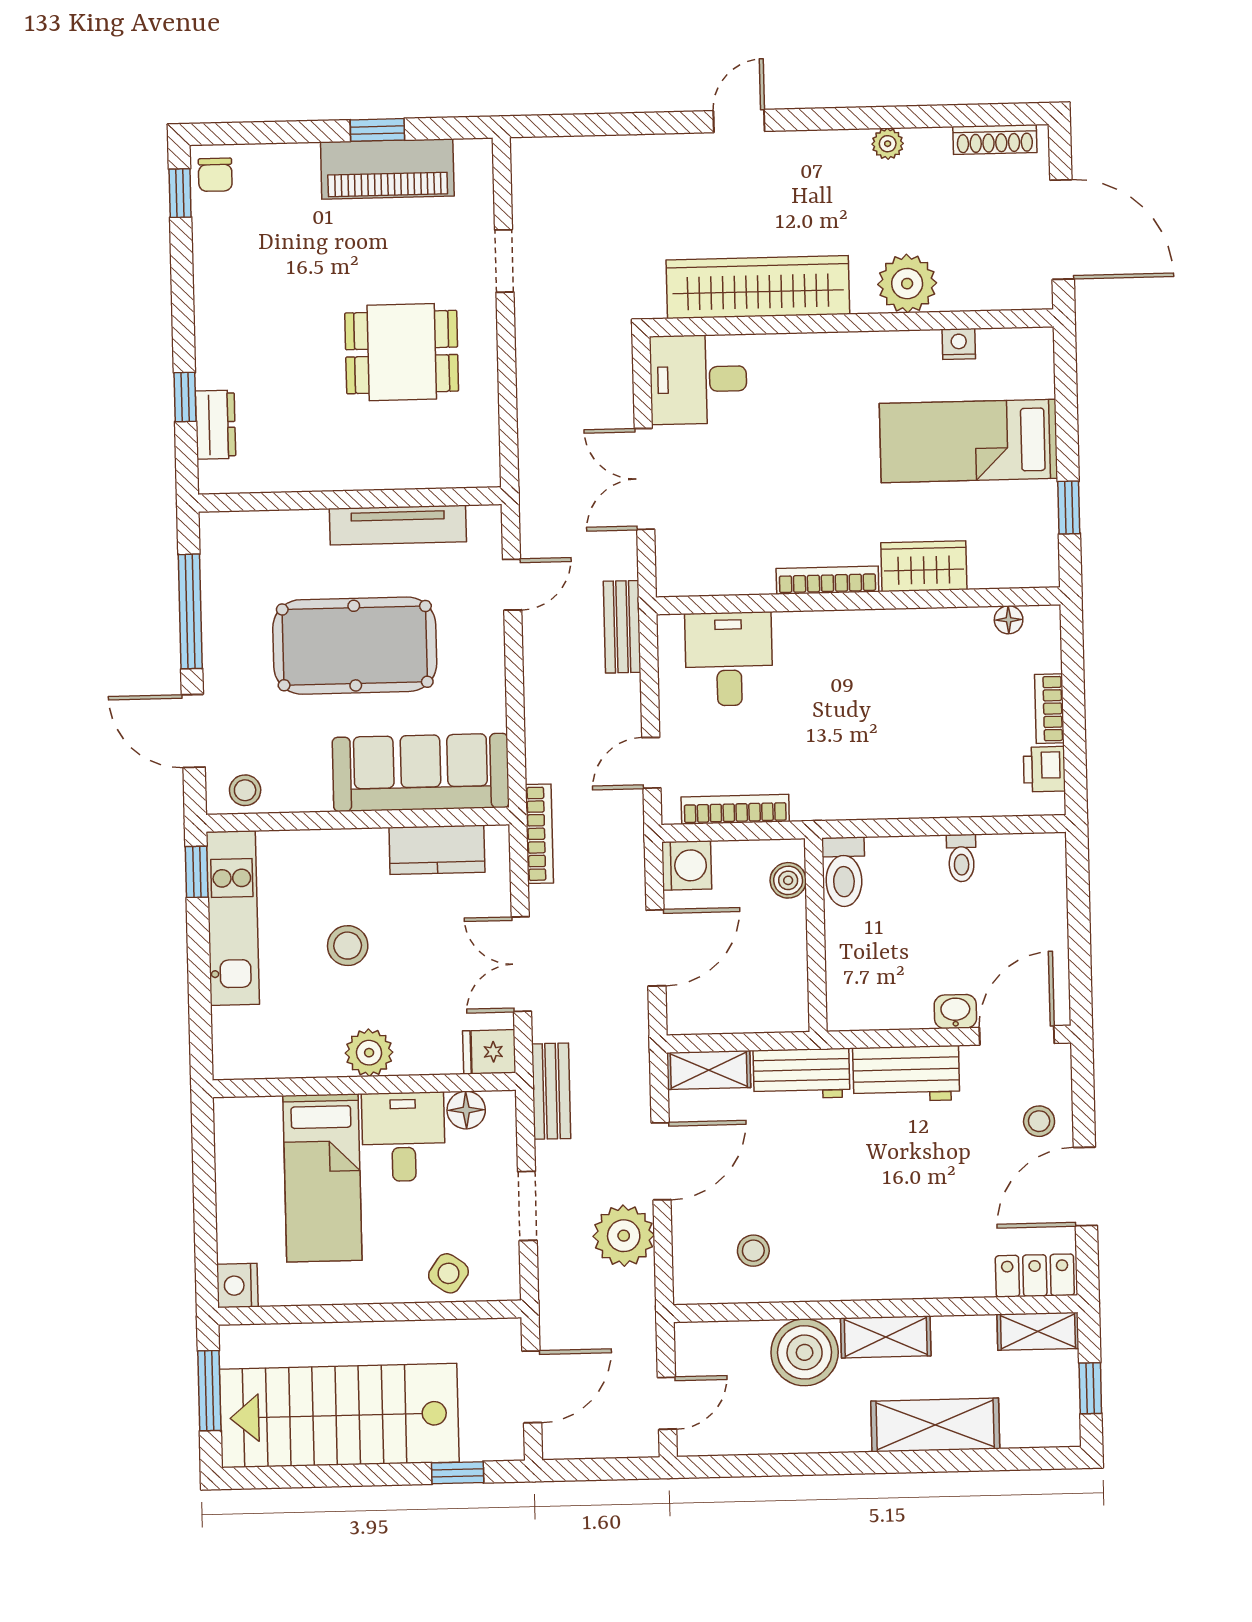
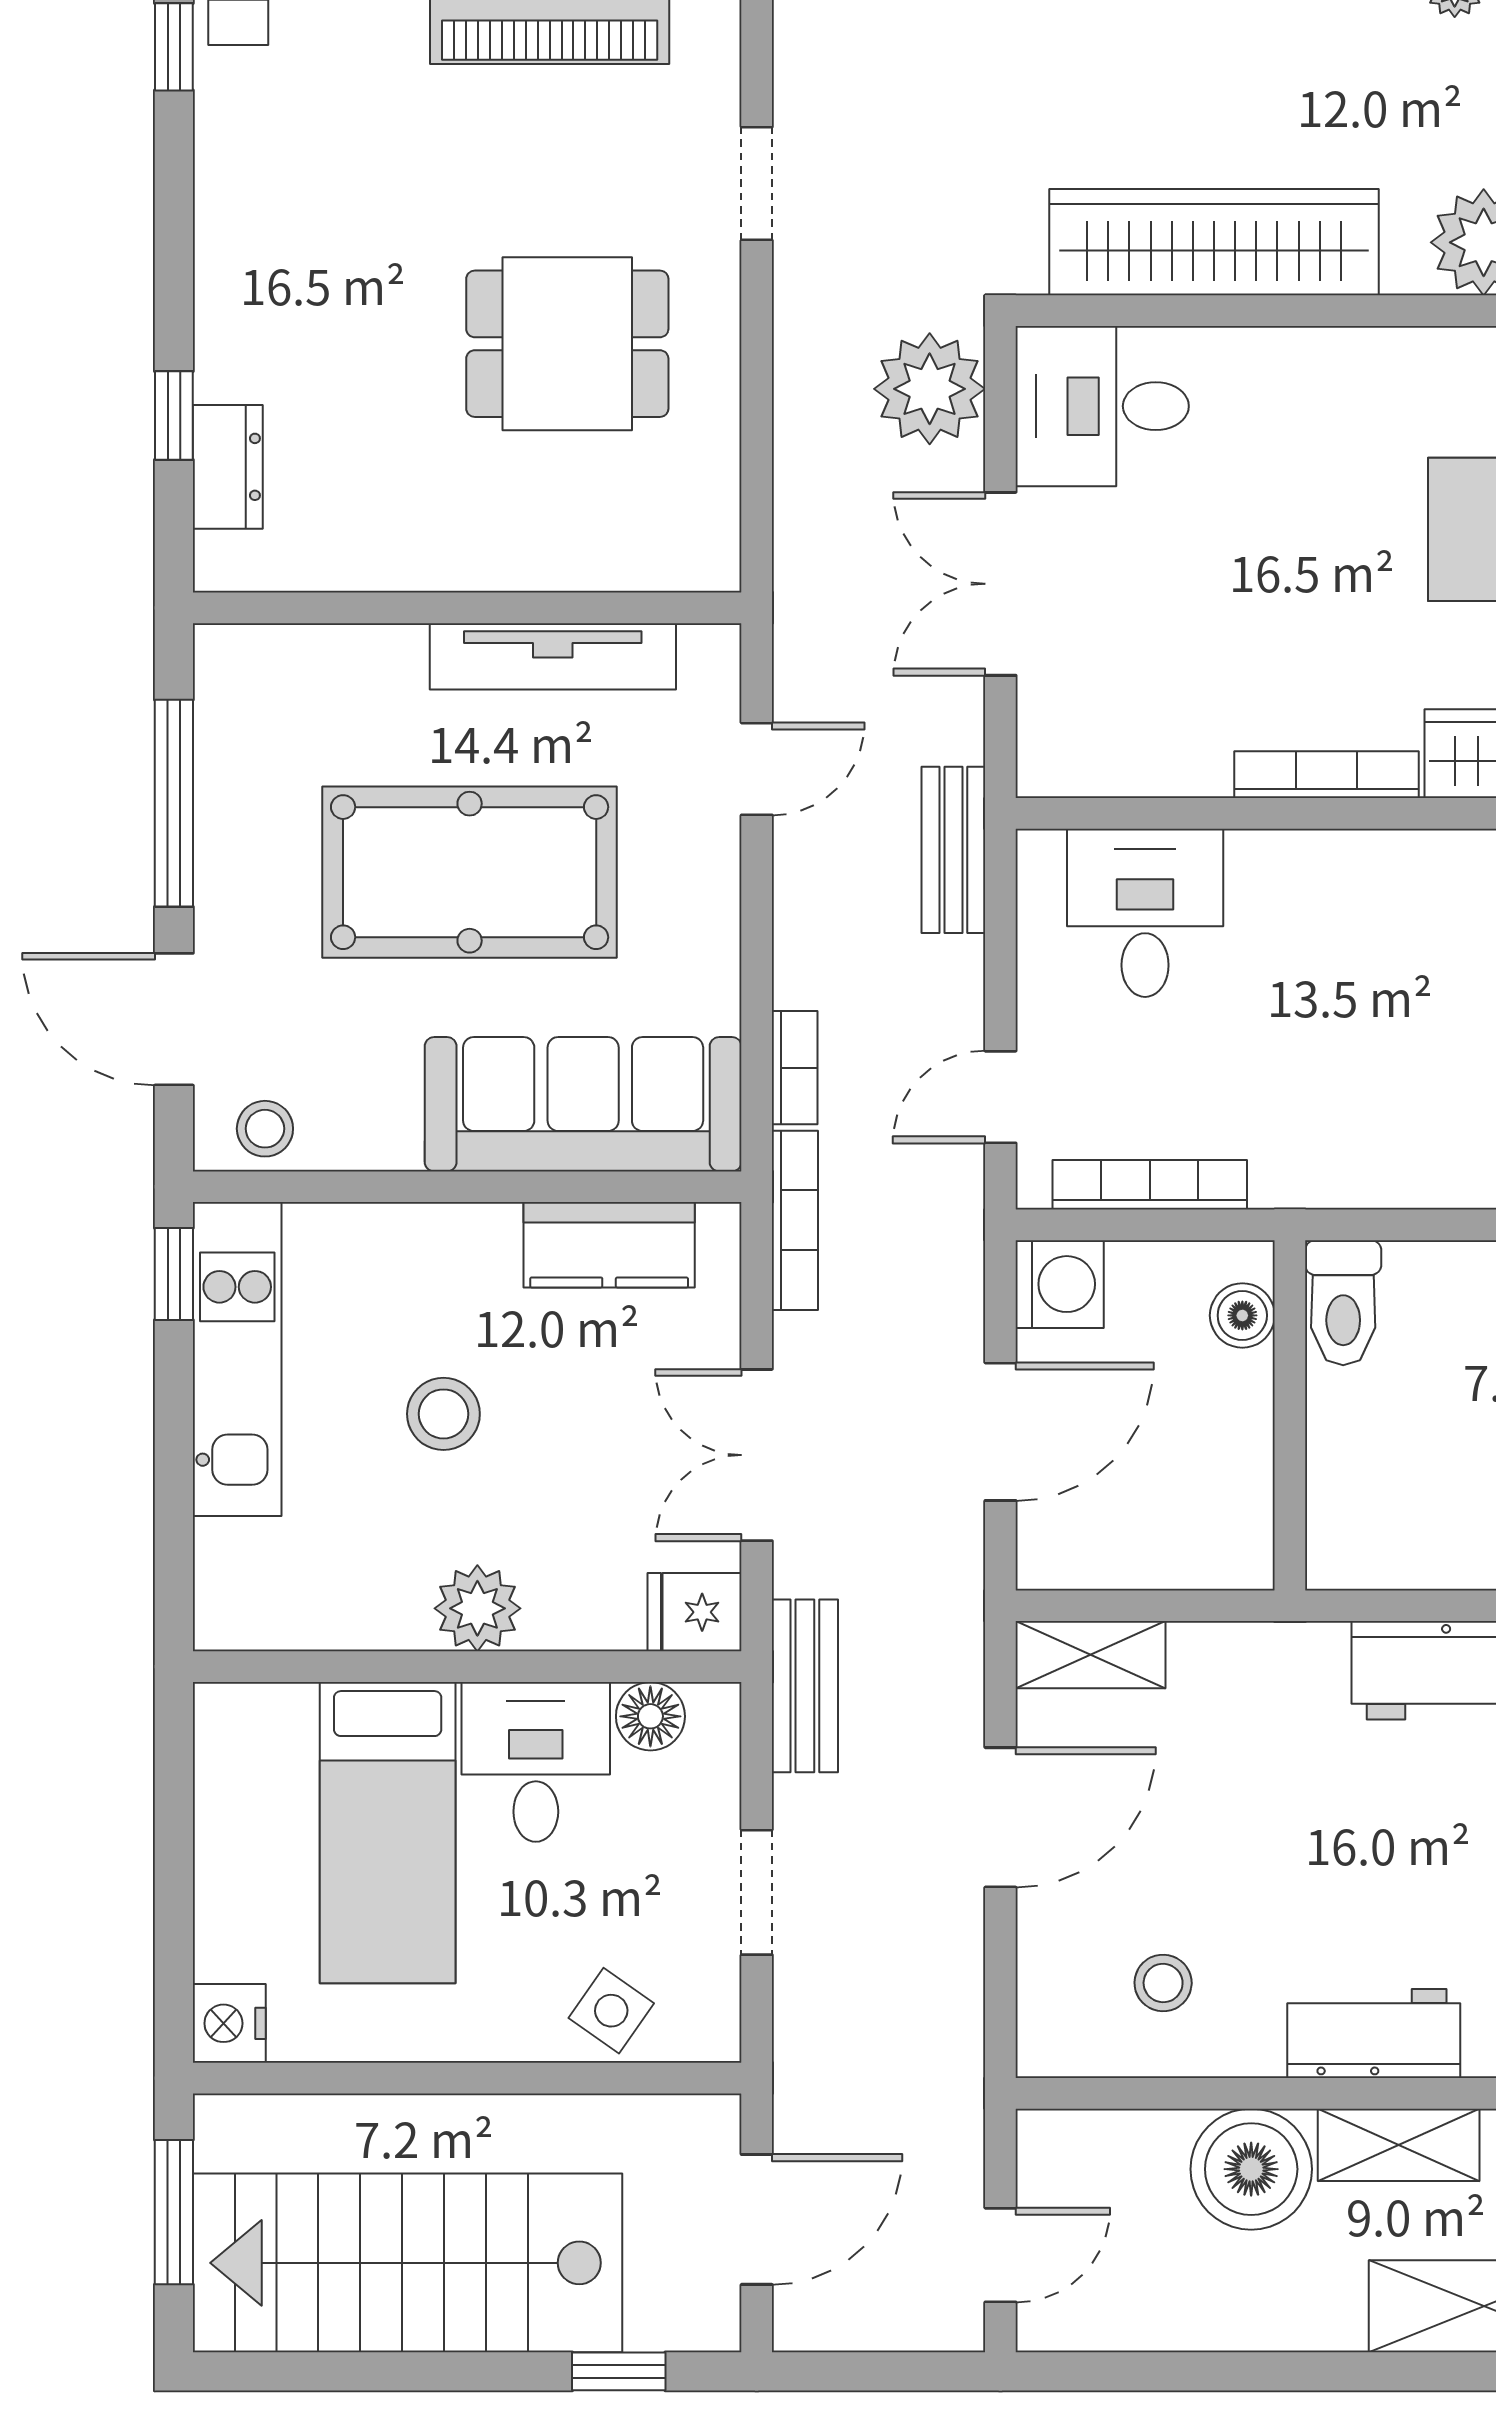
bookcase: (537, 749) -> (795, 1068), added
workbench: (802, 1074) -> (1374, 2033), moved, turned 180
plant: (624, 1236) -> (930, 389), moved

